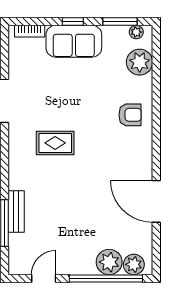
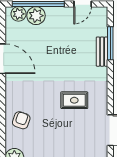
armchair: (130, 115) -> (21, 120), turned 109

